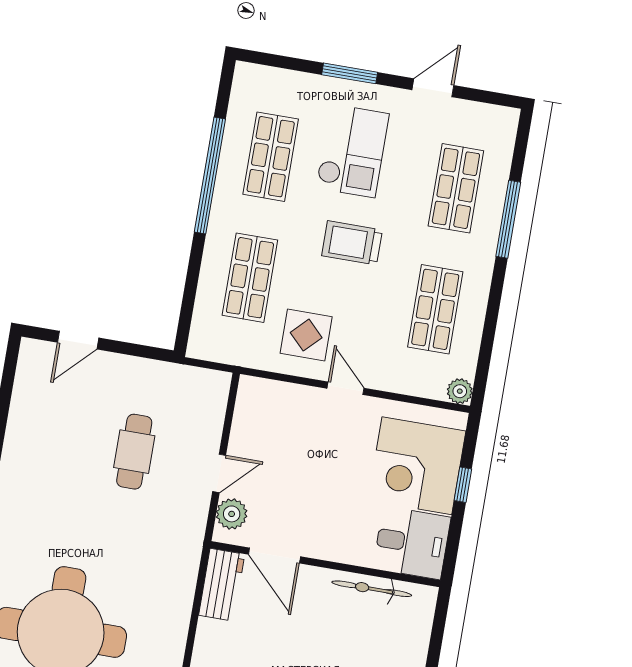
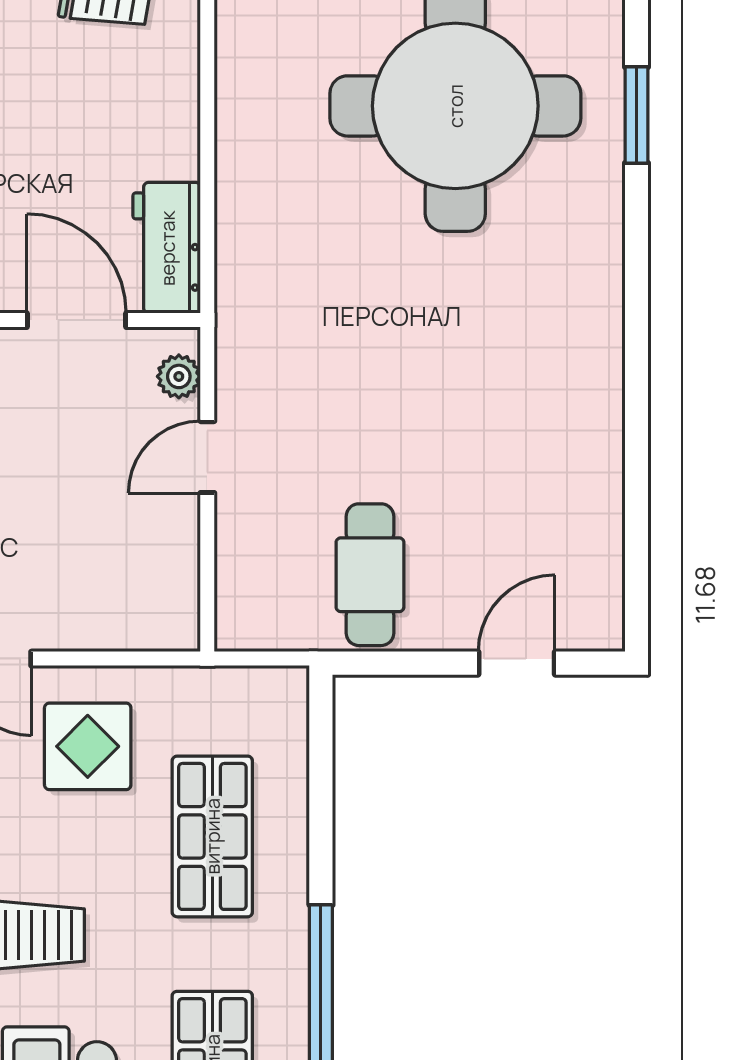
cafe table: (134, 452) -> (370, 575), moved
plant: (232, 514) -> (179, 376), width x0.73, depth x0.73

